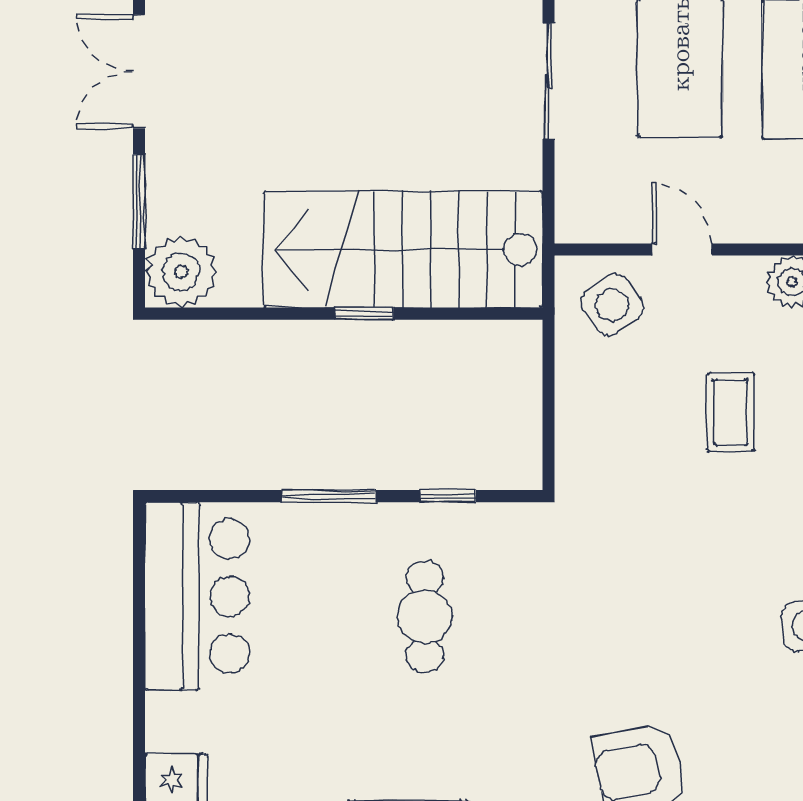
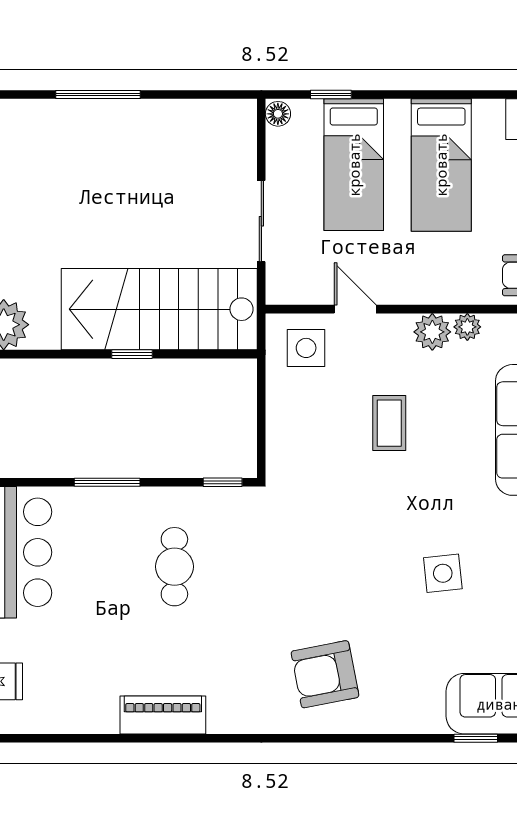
sliding door: (548, 81) -> (261, 221), moved
side table: (612, 305) -> (306, 348), turned 35
window: (448, 496) -> (223, 482), moved

